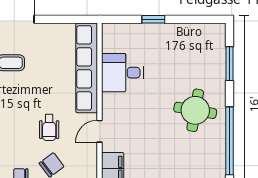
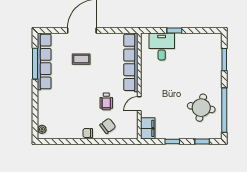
desk: (122, 73) -> (162, 47), moved, turned 90
round table: (195, 110) -> (201, 108), moved

